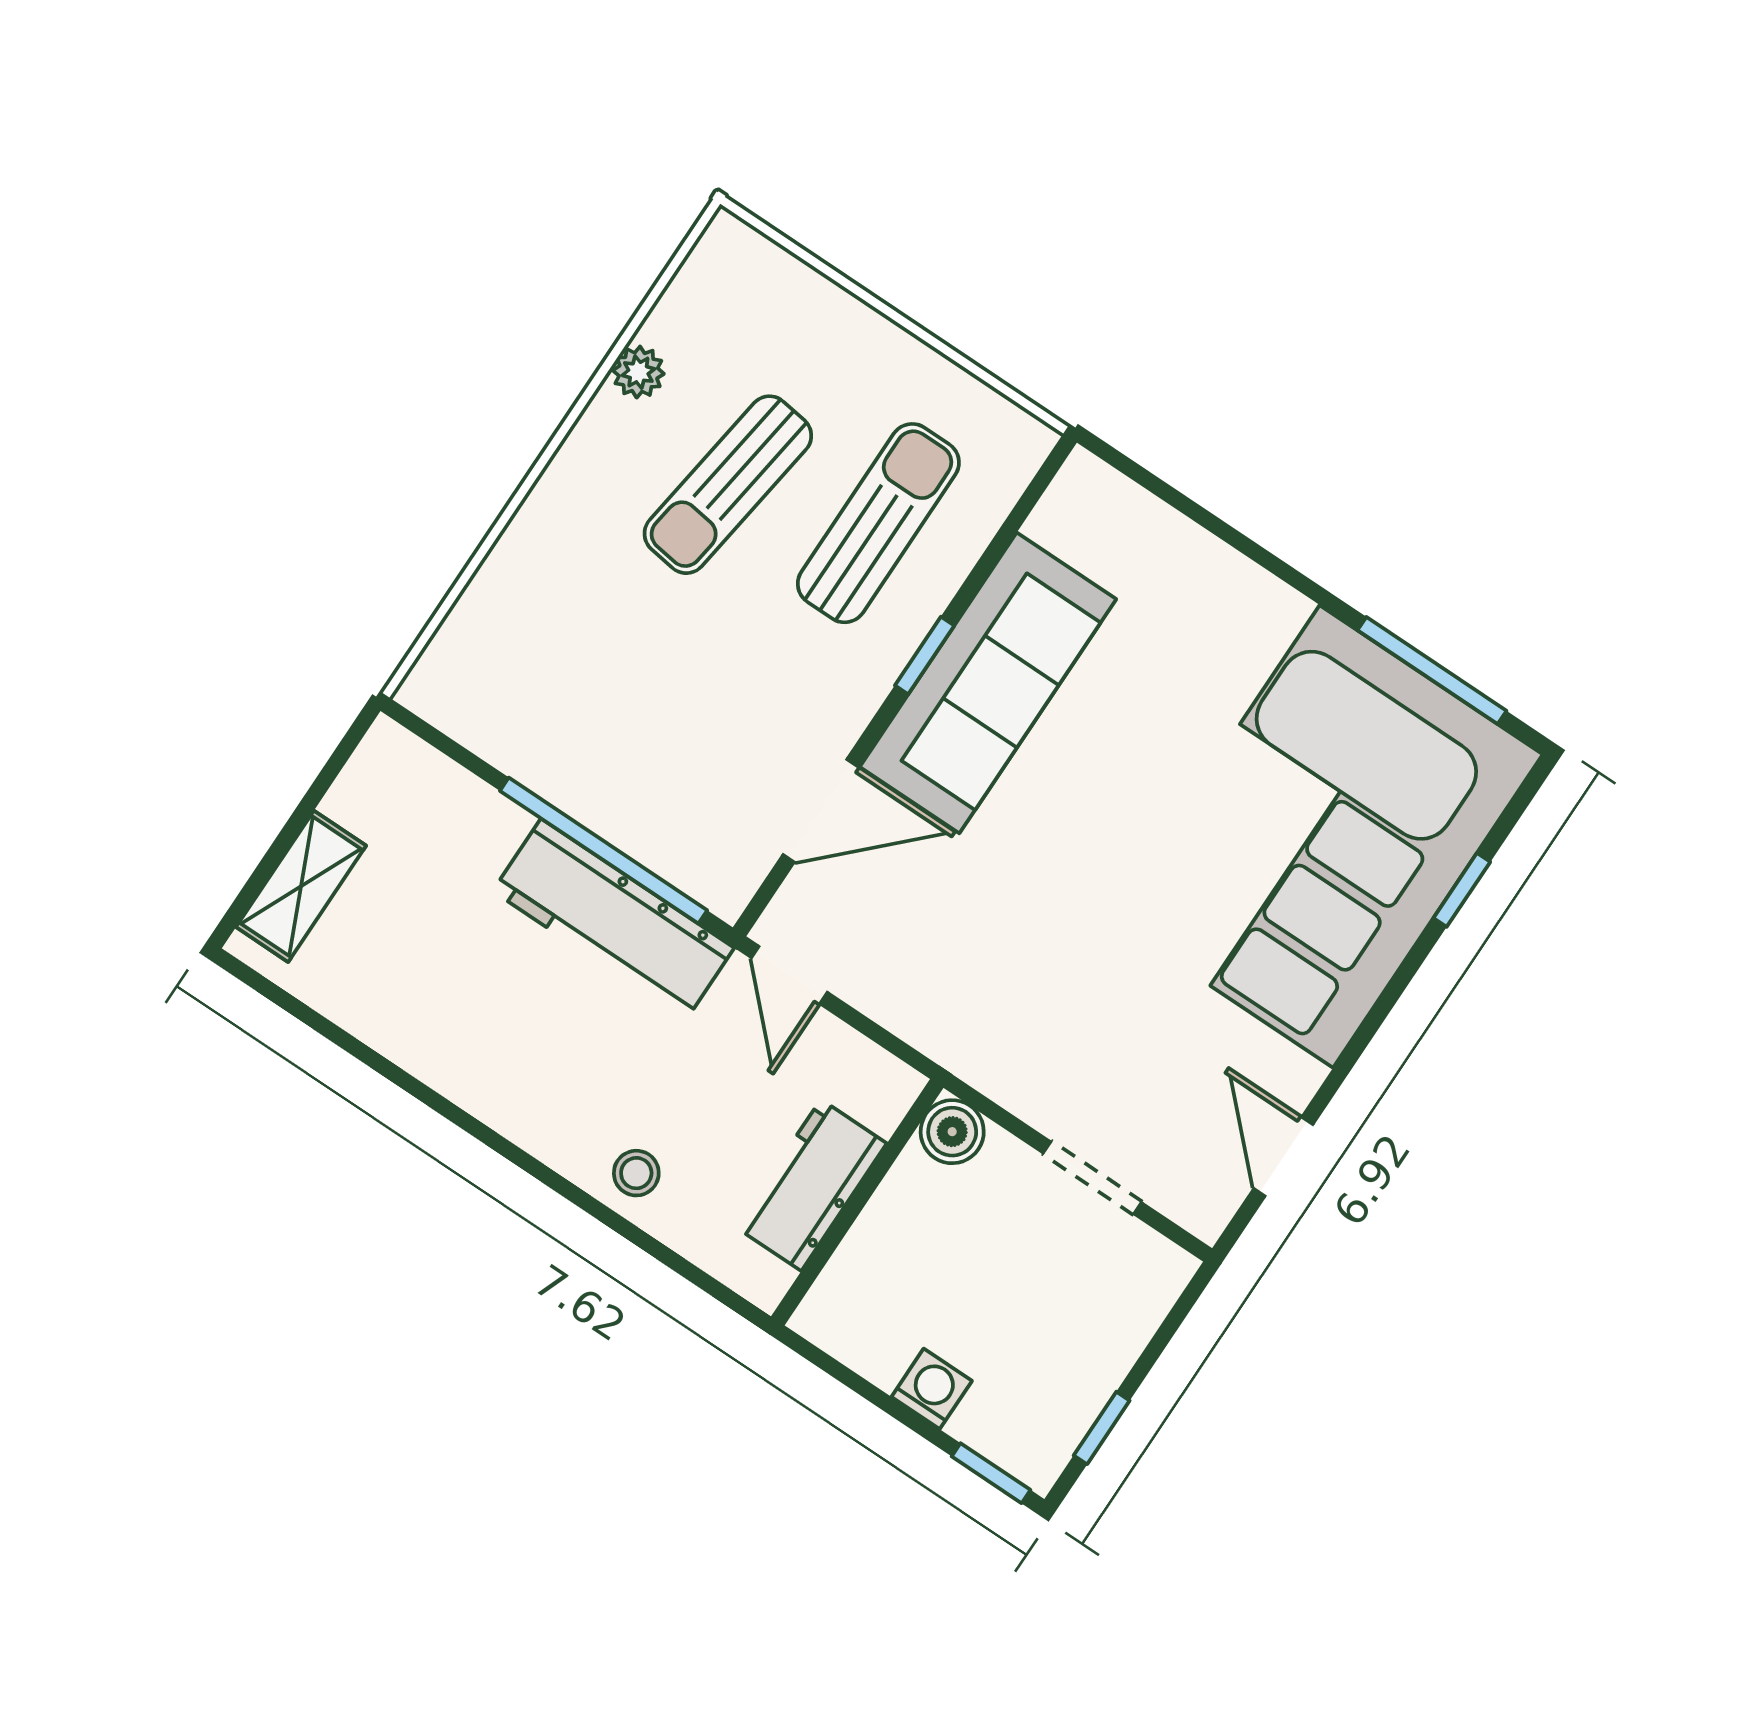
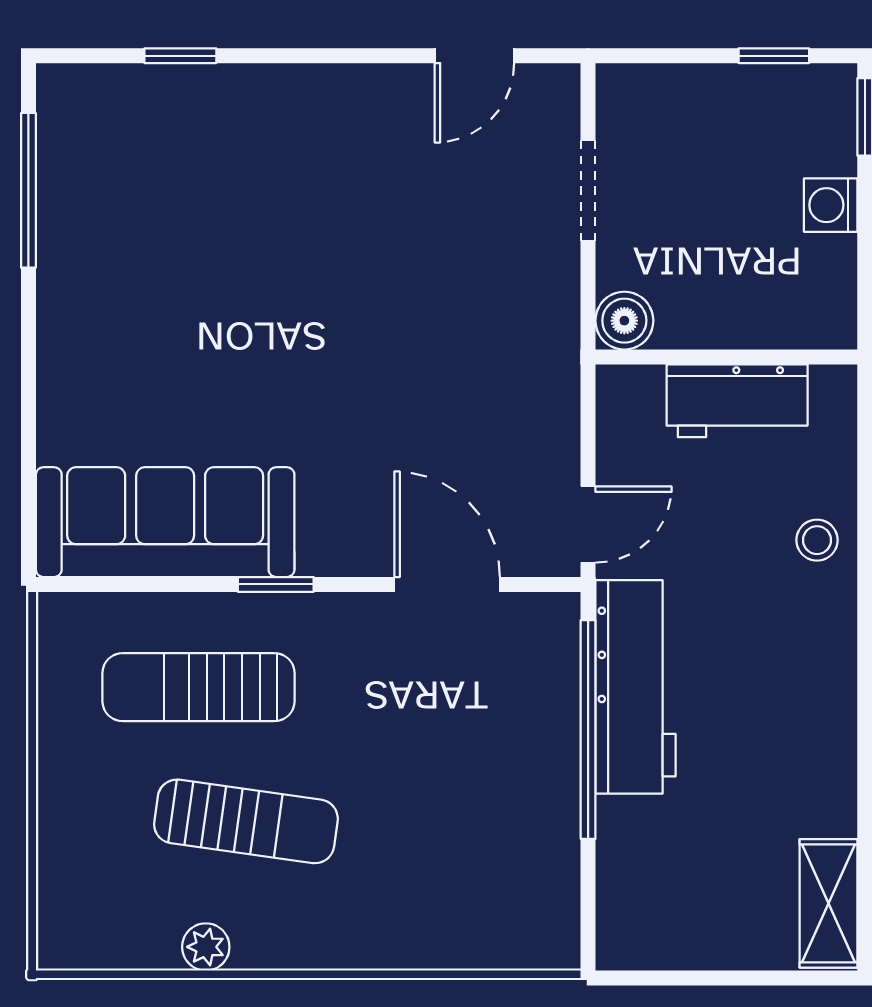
sofa: (988, 683) -> (165, 522), moved
corner sofa: (1326, 836) -> (209, 186), removed
shelving: (301, 886) -> (828, 903), moved, turned 90

